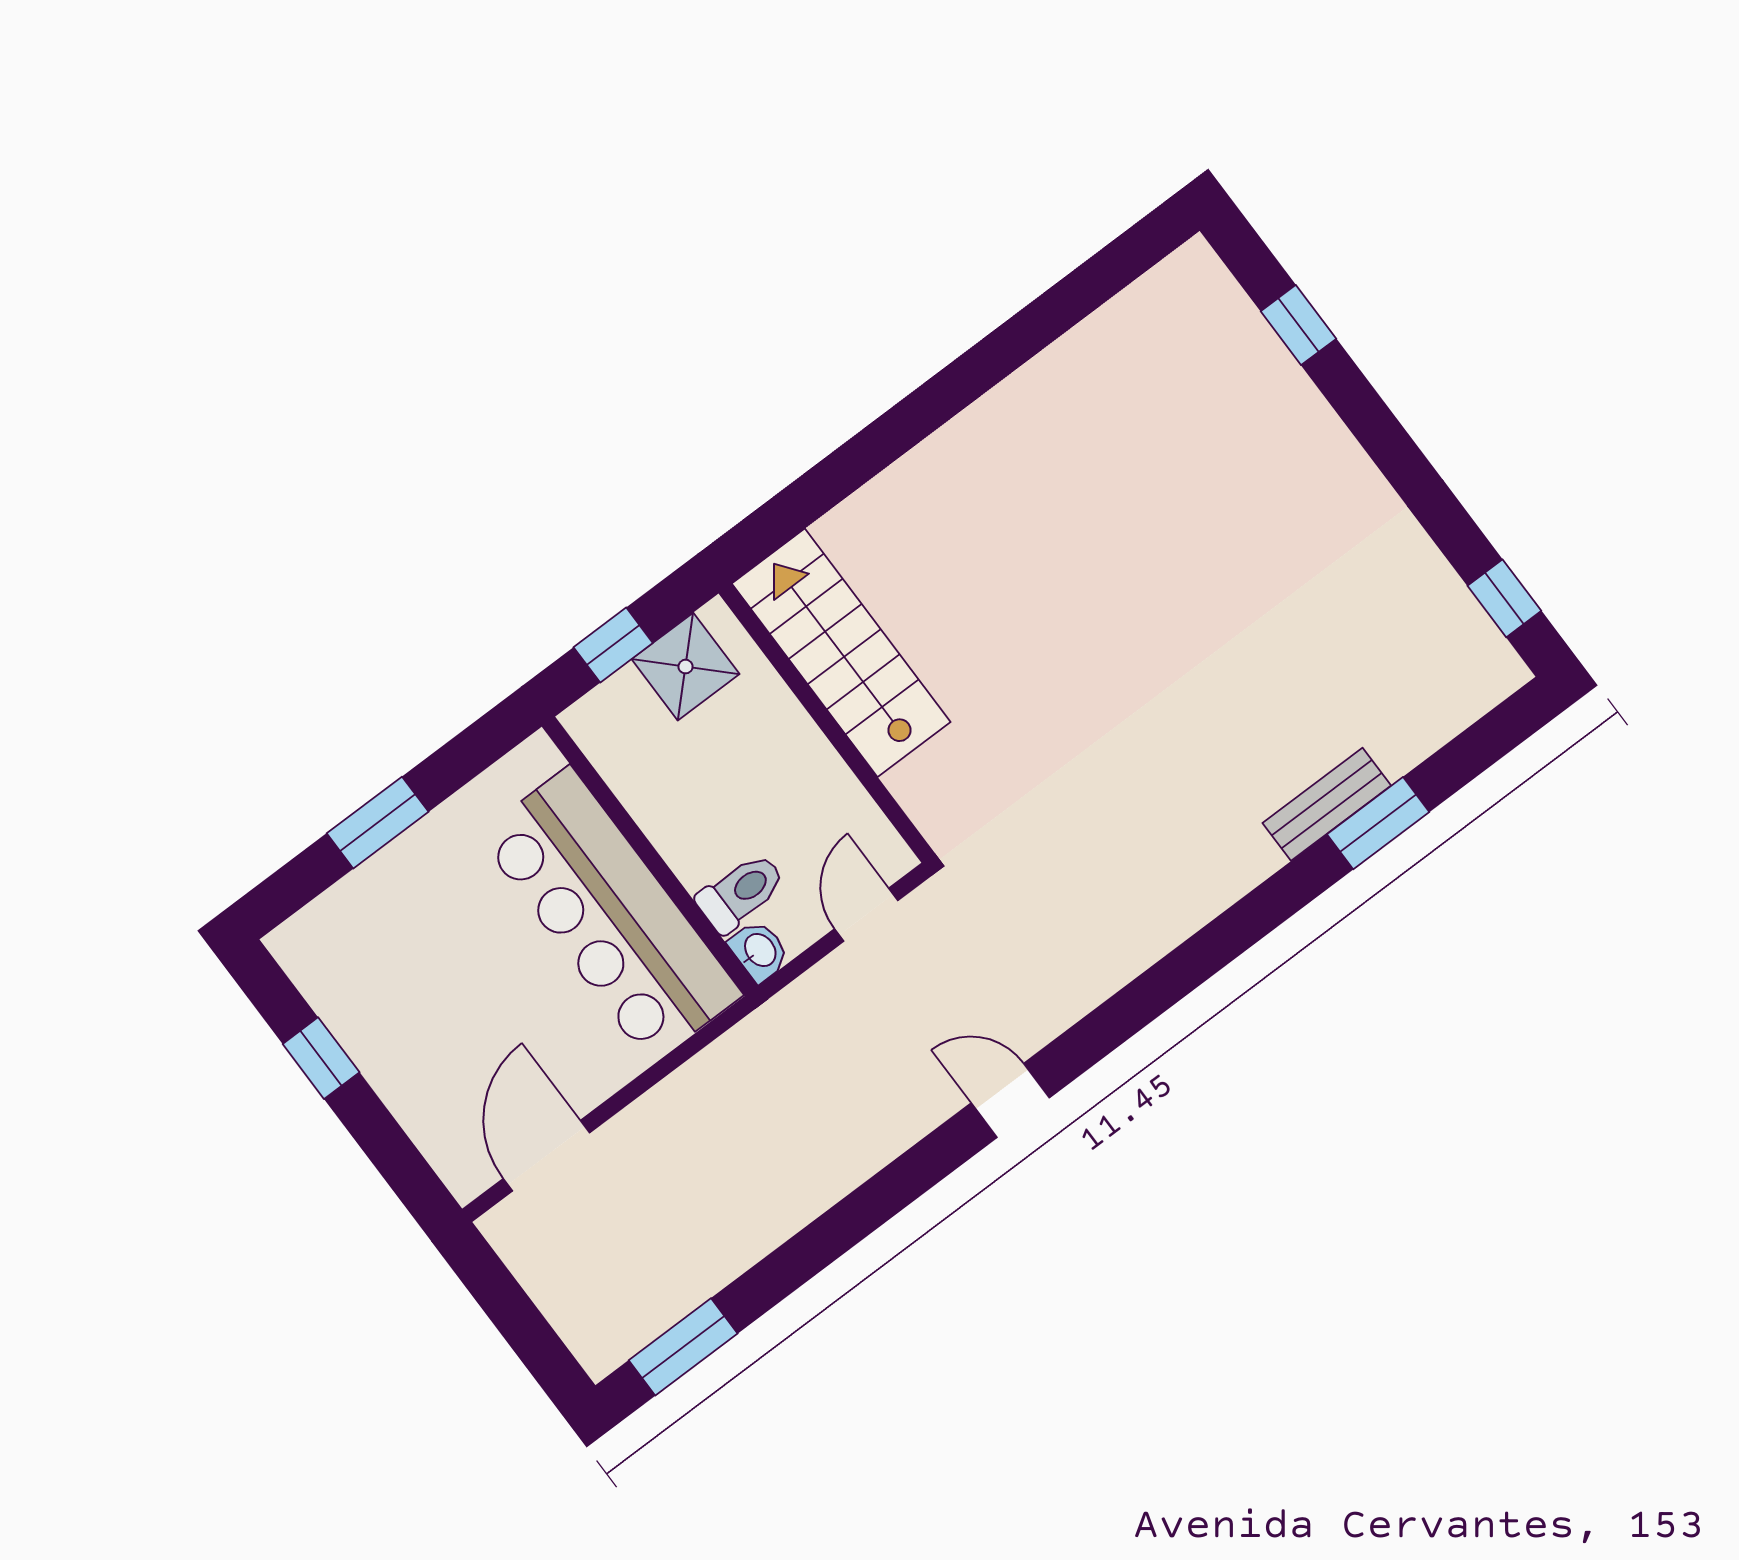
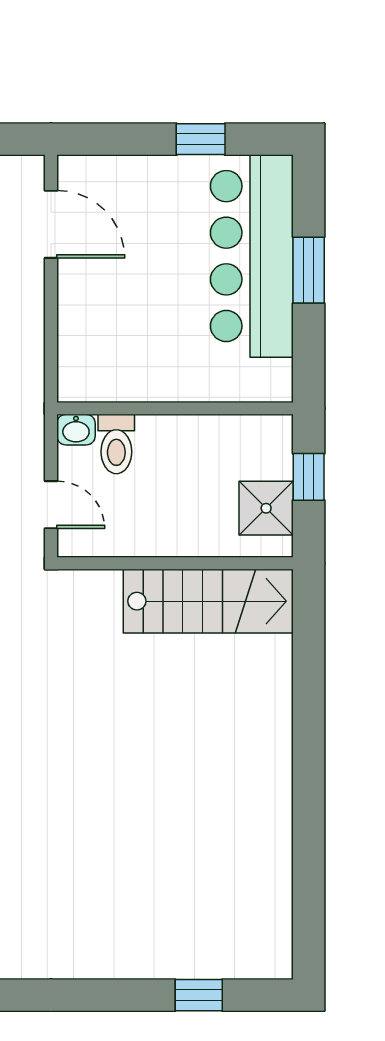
bar counter: (610, 915) -> (252, 256), moved, turned -90

